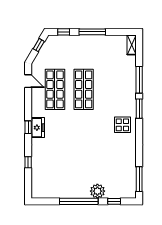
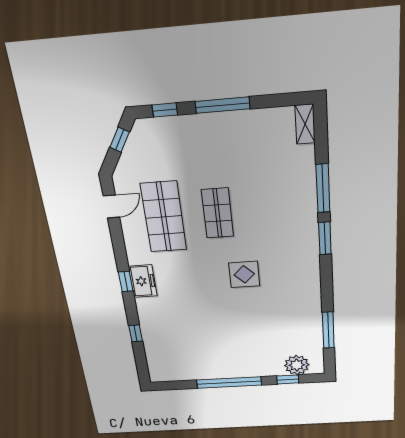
door: (28, 81) -> (111, 207), hinge flipped
shop shelf: (84, 89) -> (217, 213), width x0.70, depth x0.74
display table: (122, 125) -> (244, 274), moved
window: (139, 179) -> (328, 330), moved
plant: (97, 191) -> (297, 365), moved

